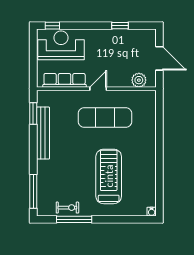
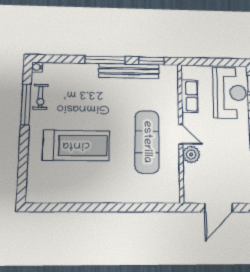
row of seats: (65, 80) -> (190, 96), width x0.68
plant: (139, 80) -> (191, 155), moved
window: (33, 191) -> (105, 60), moved
water cooler: (152, 212) -> (37, 67), moved

